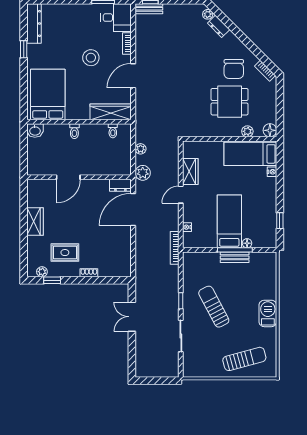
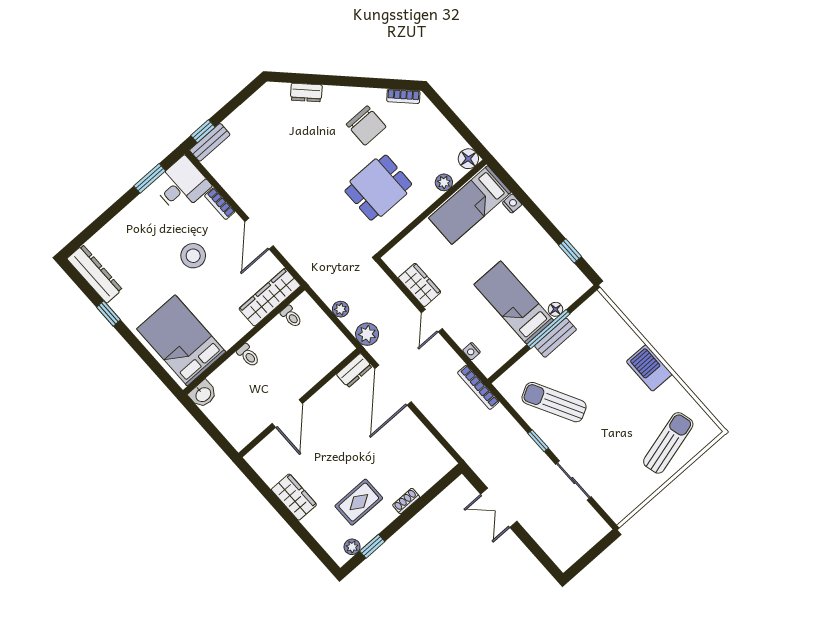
plant: (208, 14) -> (282, 90), removed
dining table: (230, 102) -> (378, 188), moved
sun lounger: (214, 307) -> (554, 402), moved

